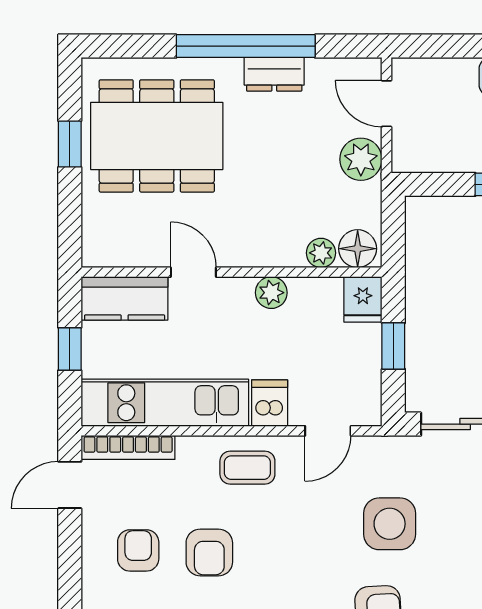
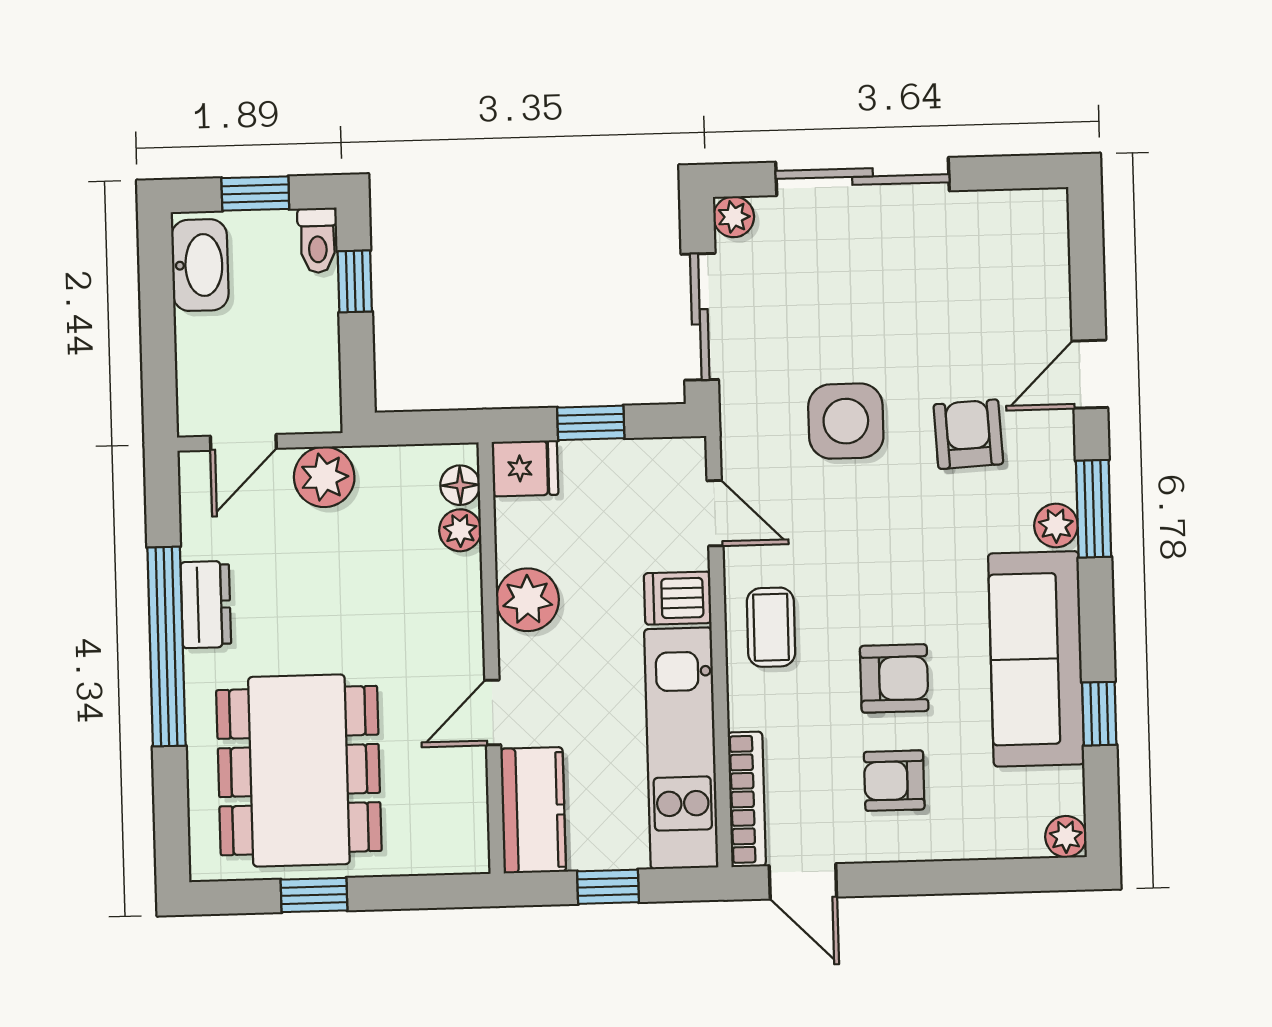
floor lamp: (358, 249) -> (460, 485), width x0.73, depth x0.73
plant: (271, 293) -> (528, 600), width x1.38, depth x1.38

